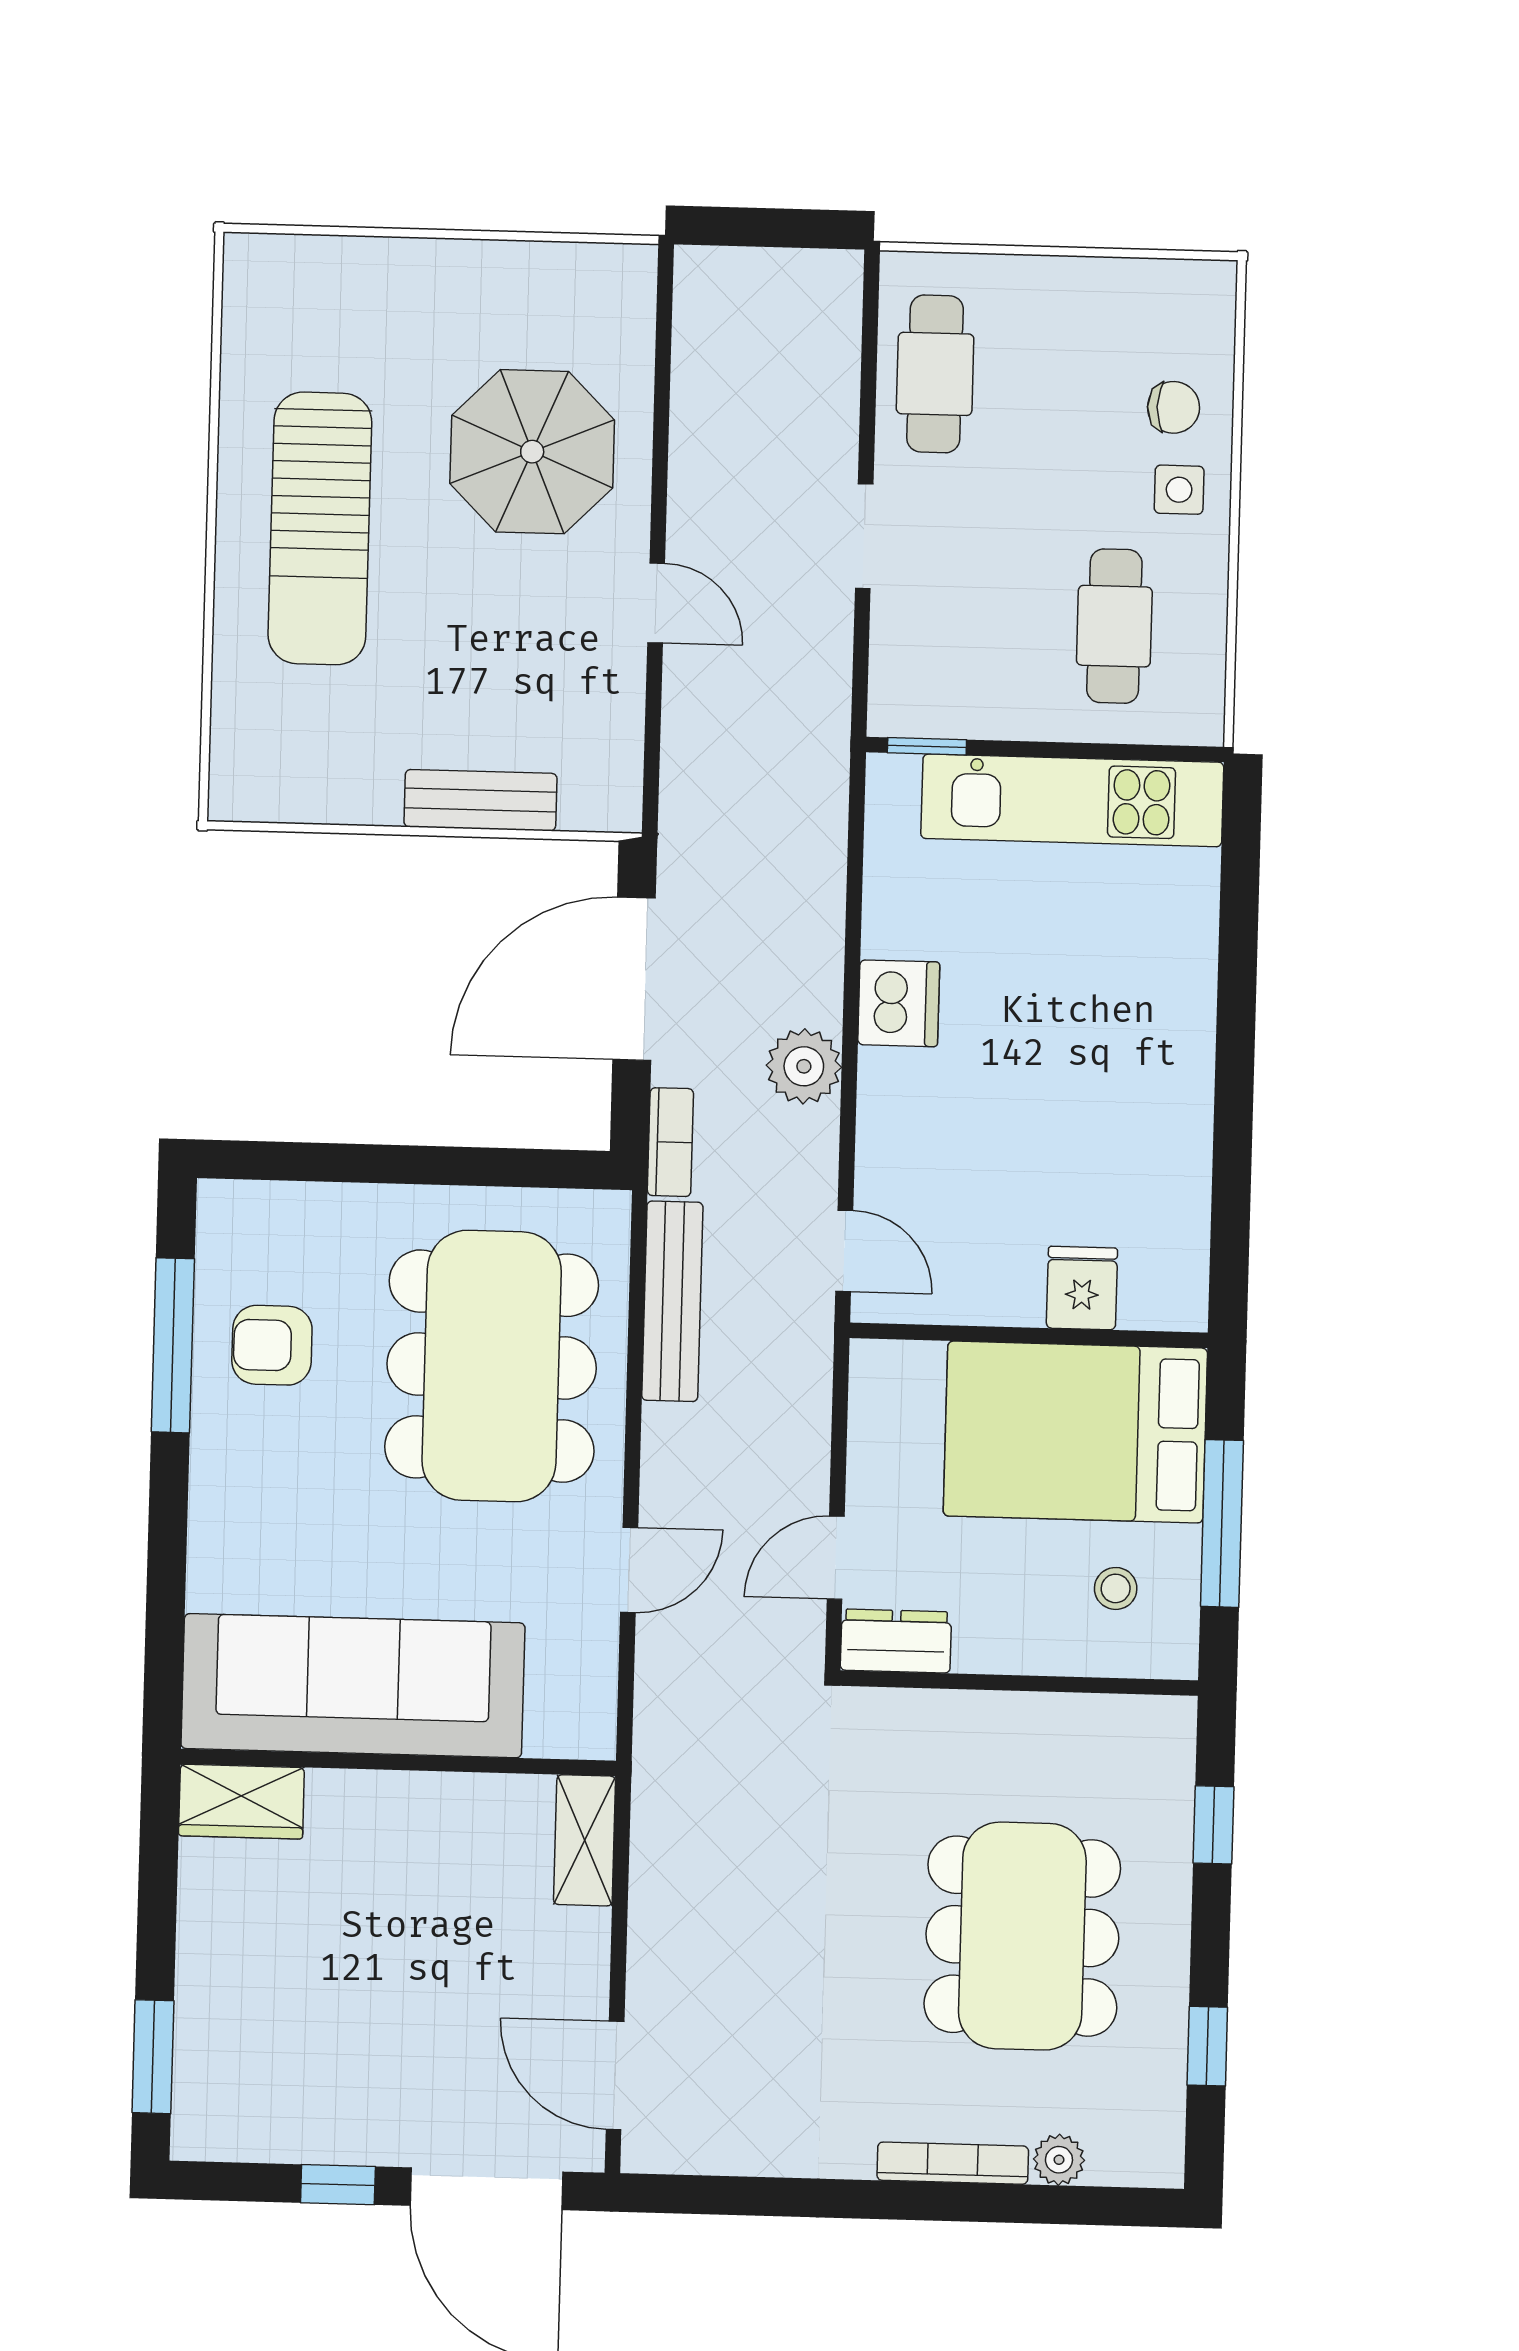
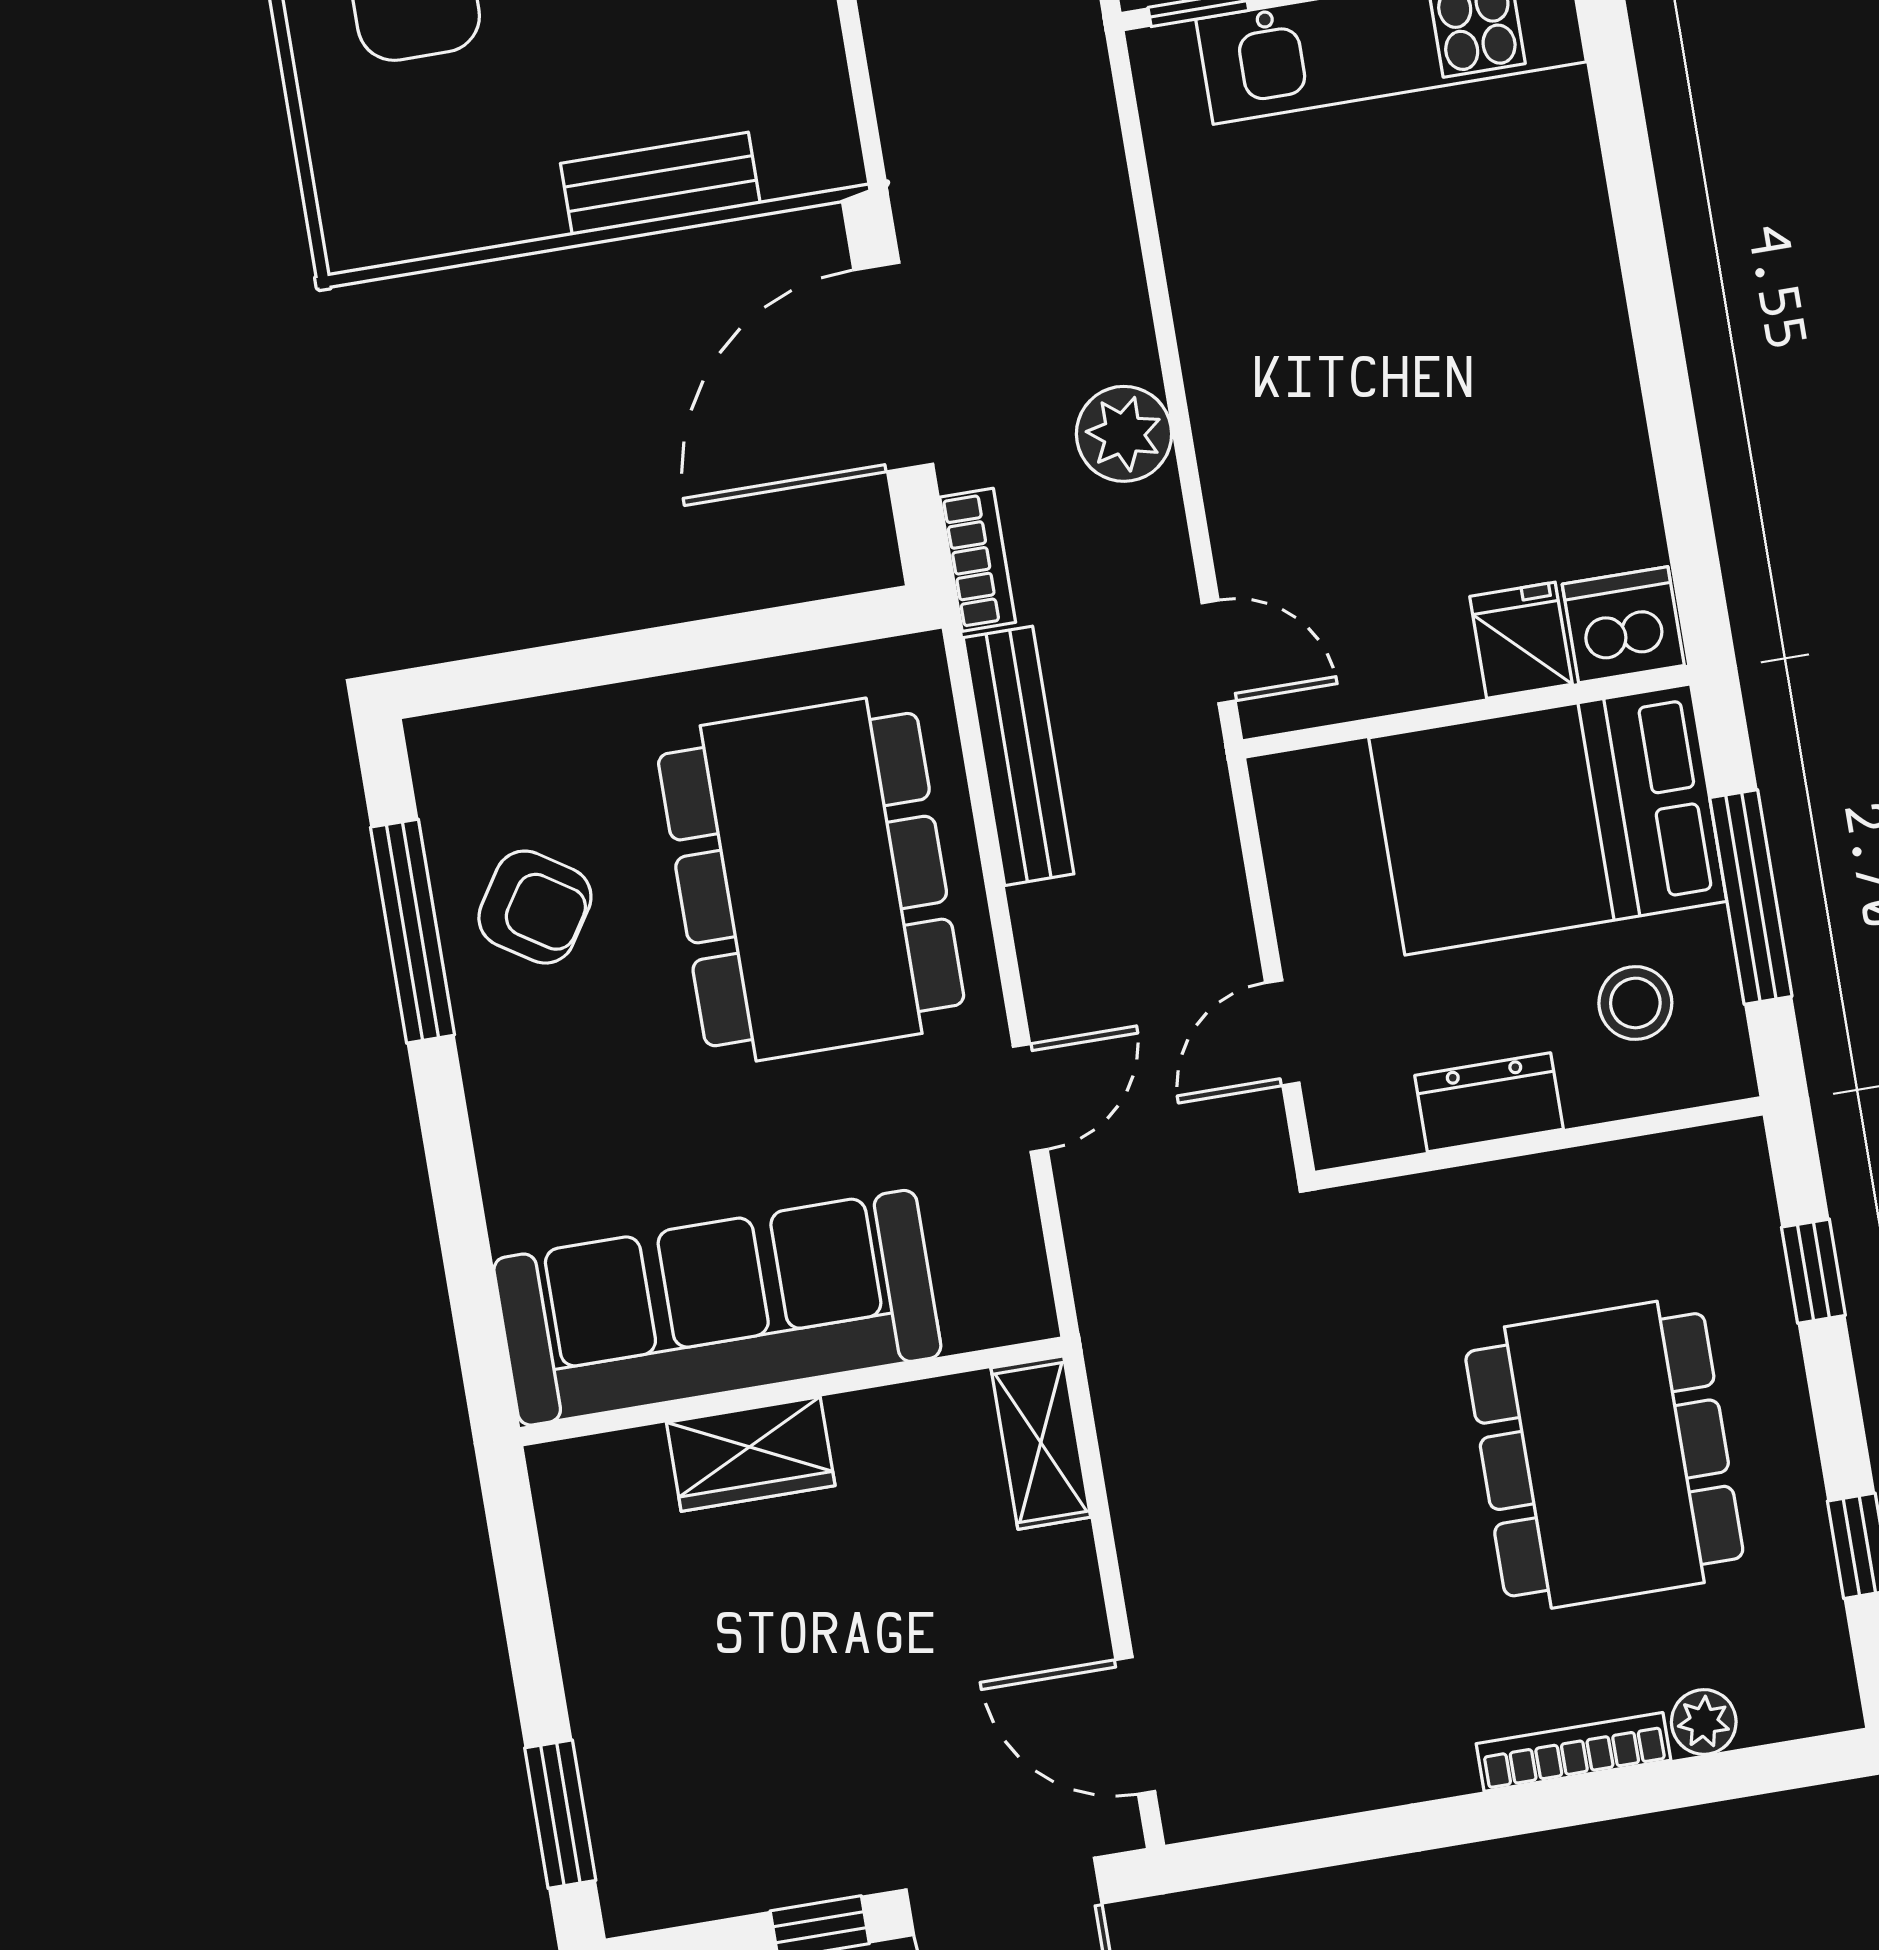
dishwasher: (899, 1003) -> (1623, 625), moved, turned -90
armchair: (272, 1345) -> (535, 907), turned -147
stool: (1116, 1588) -> (1635, 1003), width x1.37, depth x1.37
dresser: (896, 1641) -> (1489, 1102), moved
wardrobe: (241, 1802) -> (751, 1454), moved

